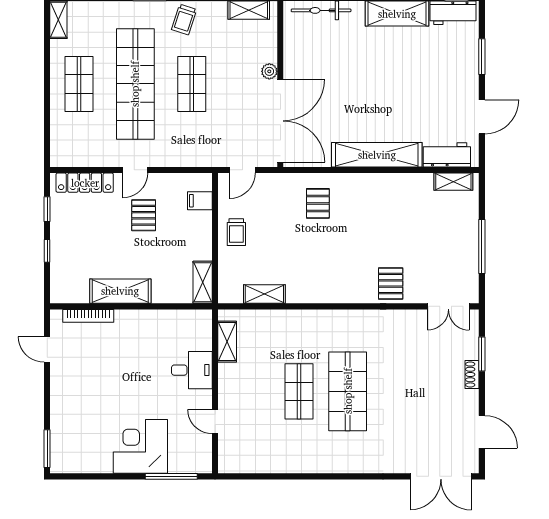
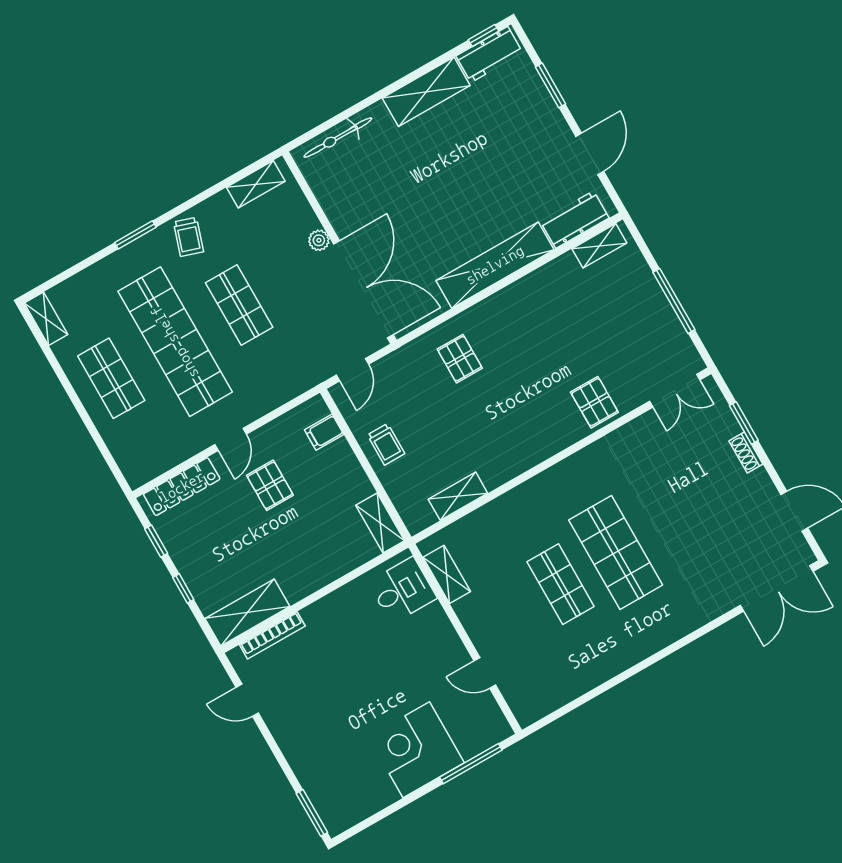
shelving: (120, 291) -> (247, 612), moved
desk: (192, 370) -> (402, 590), moved

